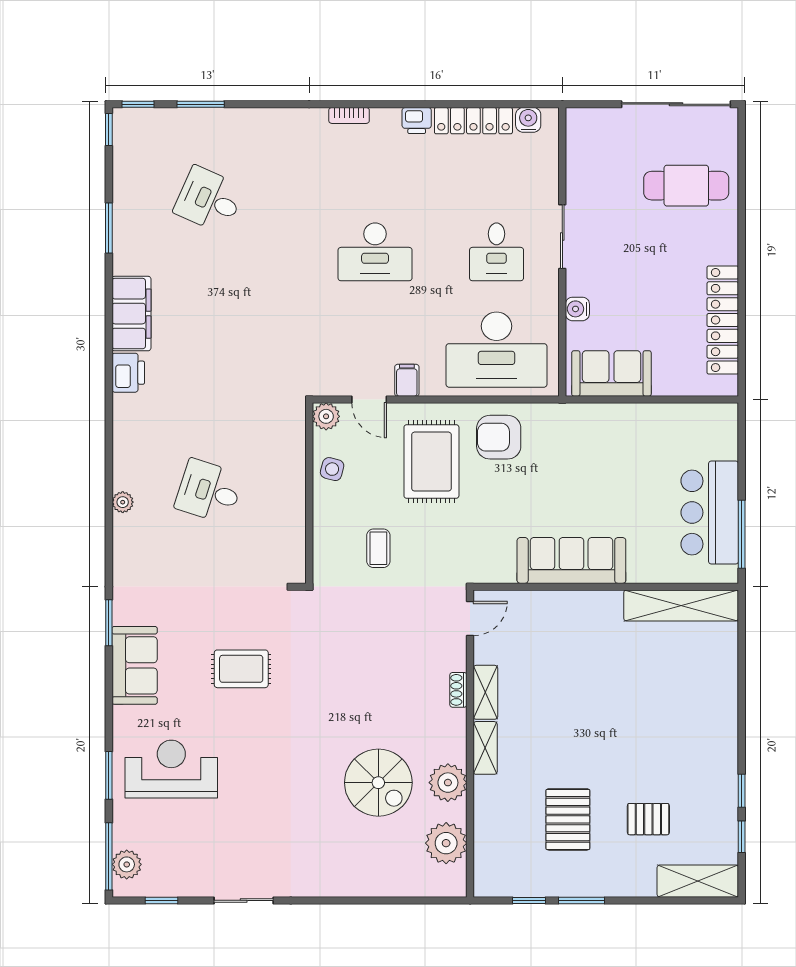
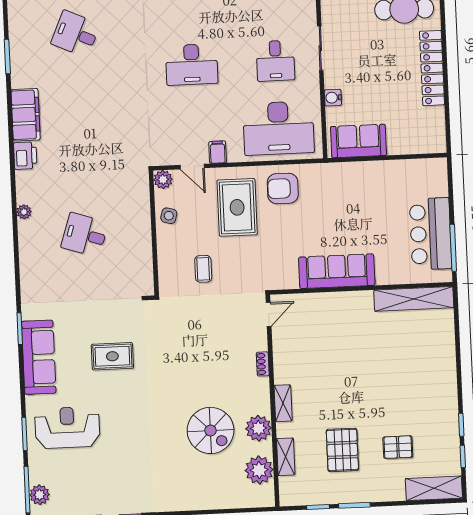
locker: (723, 320) -> (432, 68), moved
plant: (123, 502) -> (24, 212), moved
sofa: (135, 665) -> (39, 357), width x1.36
shelving: (485, 692) -> (286, 457), moved

